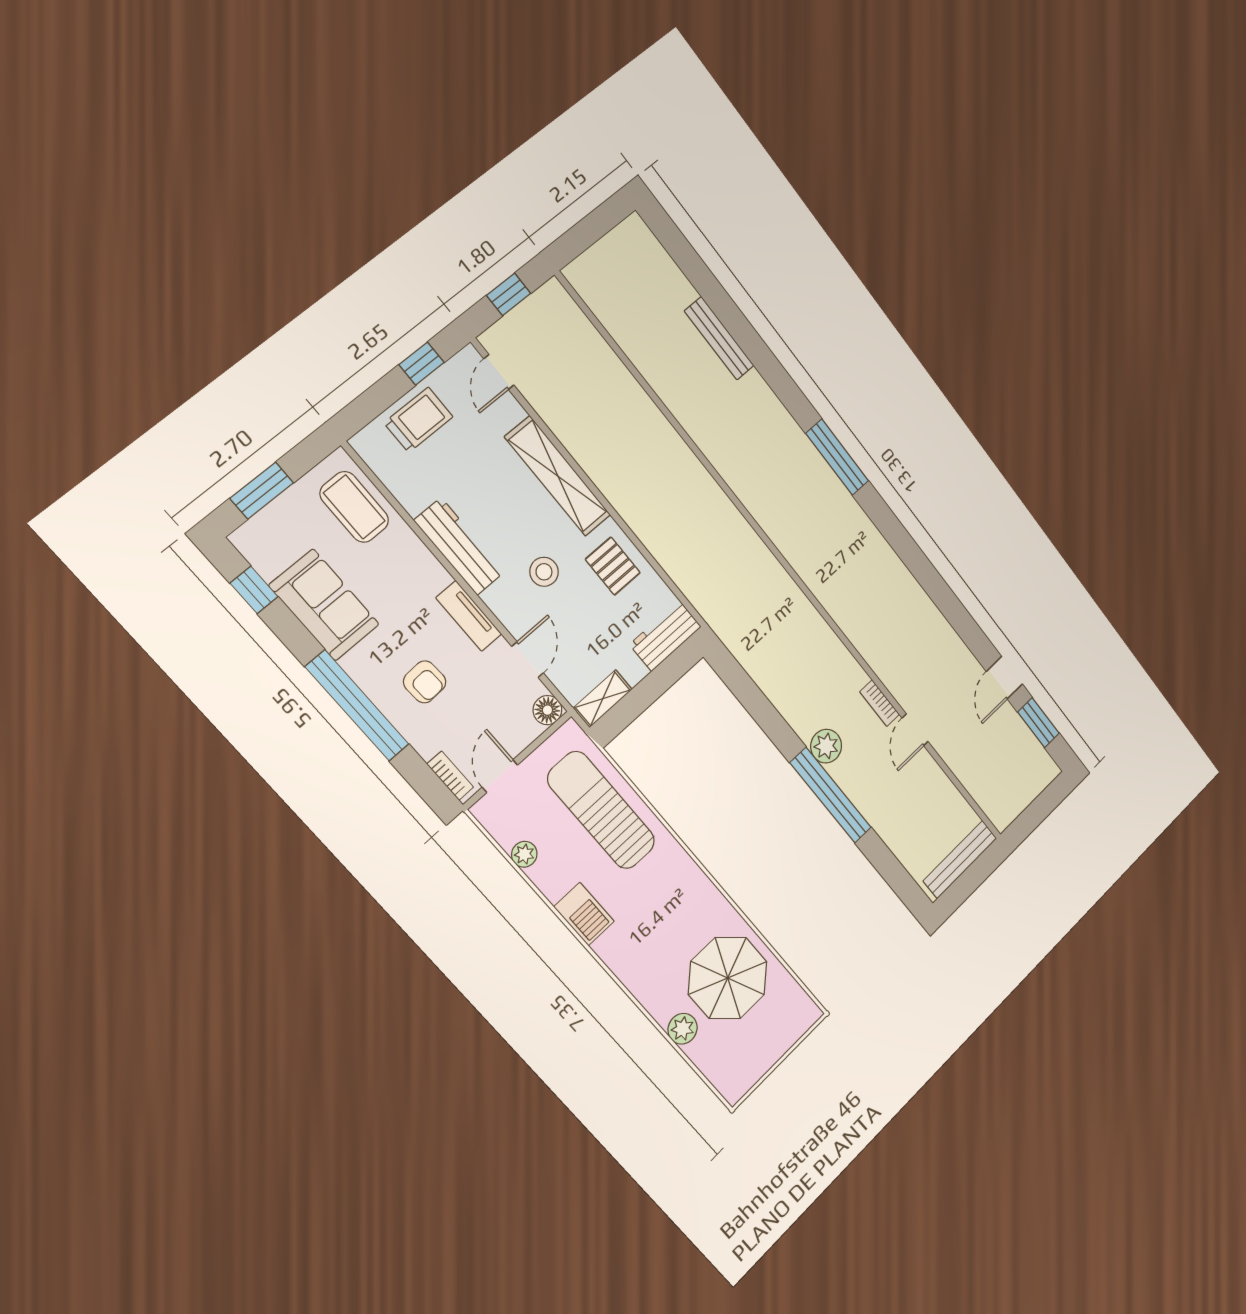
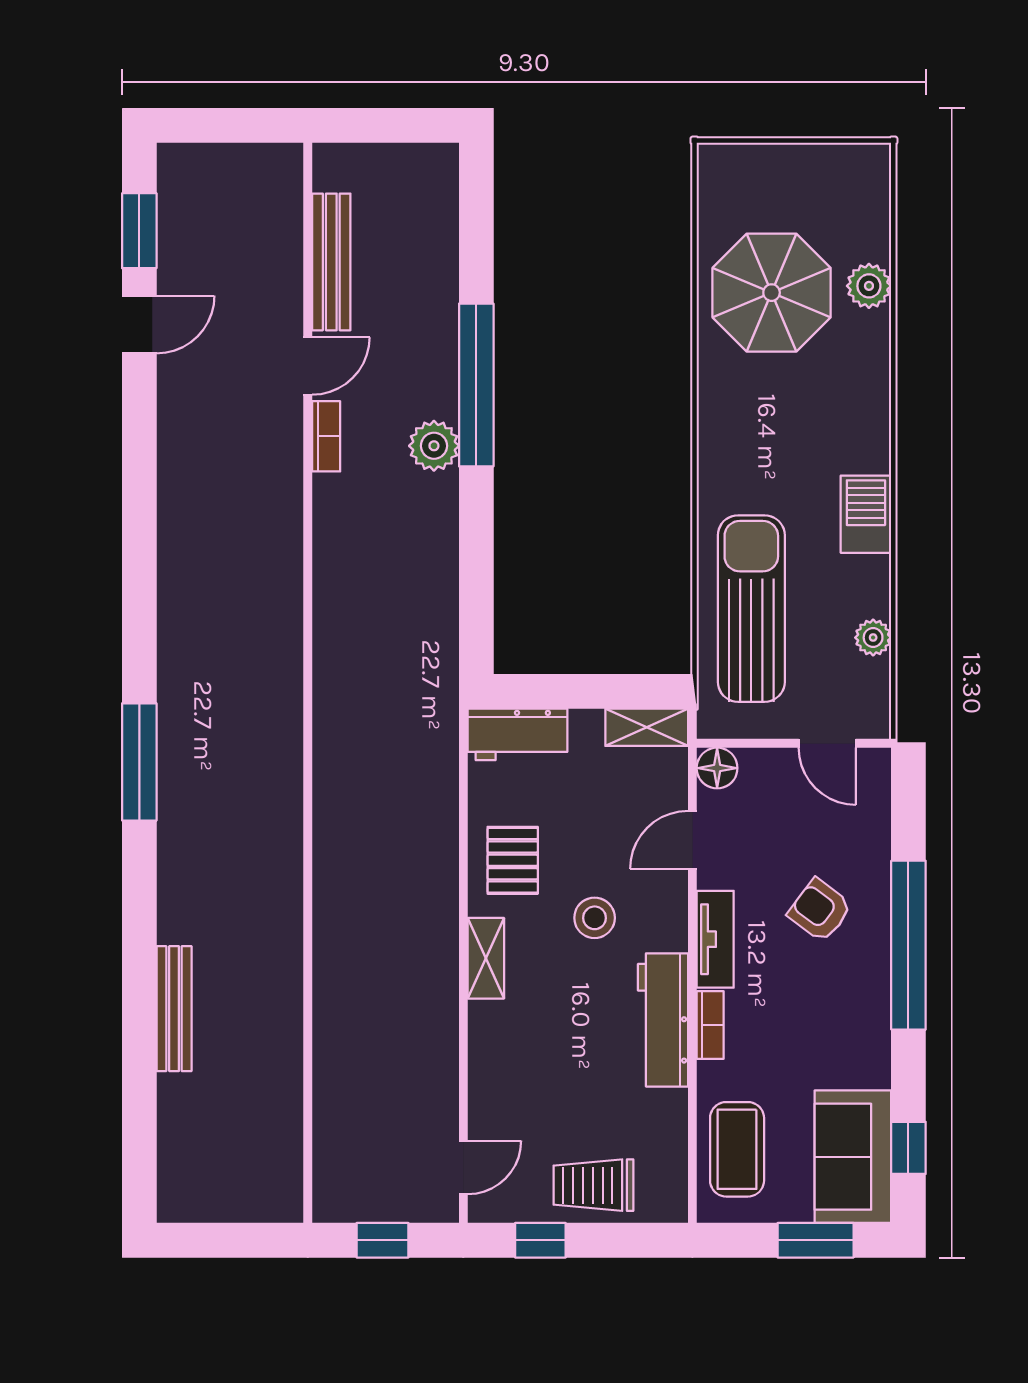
shelving: (558, 476) -> (486, 958), width x0.45, depth x0.75
sofa: (324, 605) -> (853, 1157), moved
armchair: (425, 682) -> (820, 910), turned -50
bookcase: (450, 776) -> (710, 1025), moved, turned 180
door: (500, 776) -> (827, 743), hinge flipped
sun lounger: (601, 810) -> (751, 609), turned 180
bench: (960, 860) -> (331, 262), moved, turned 90

